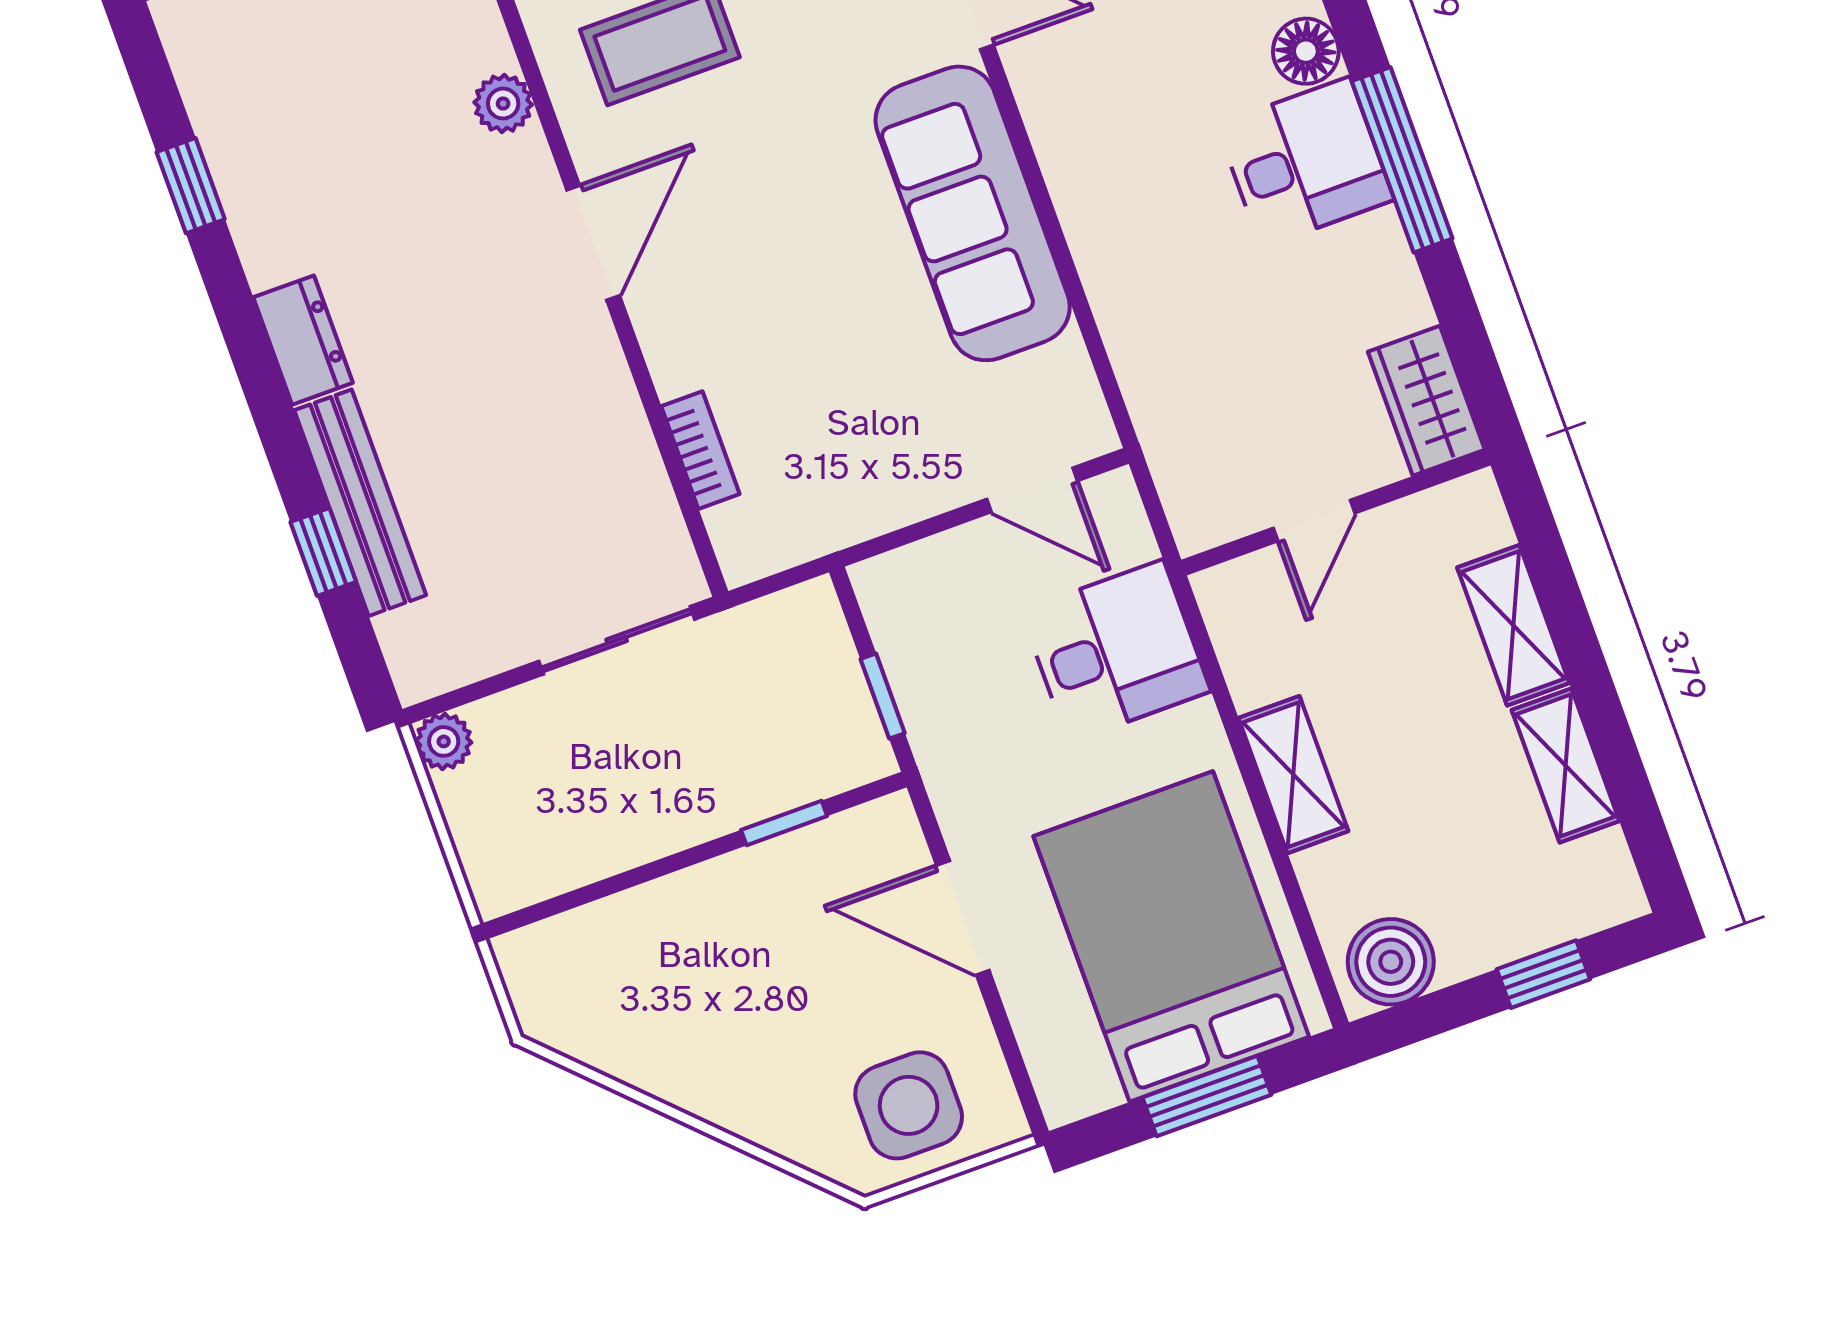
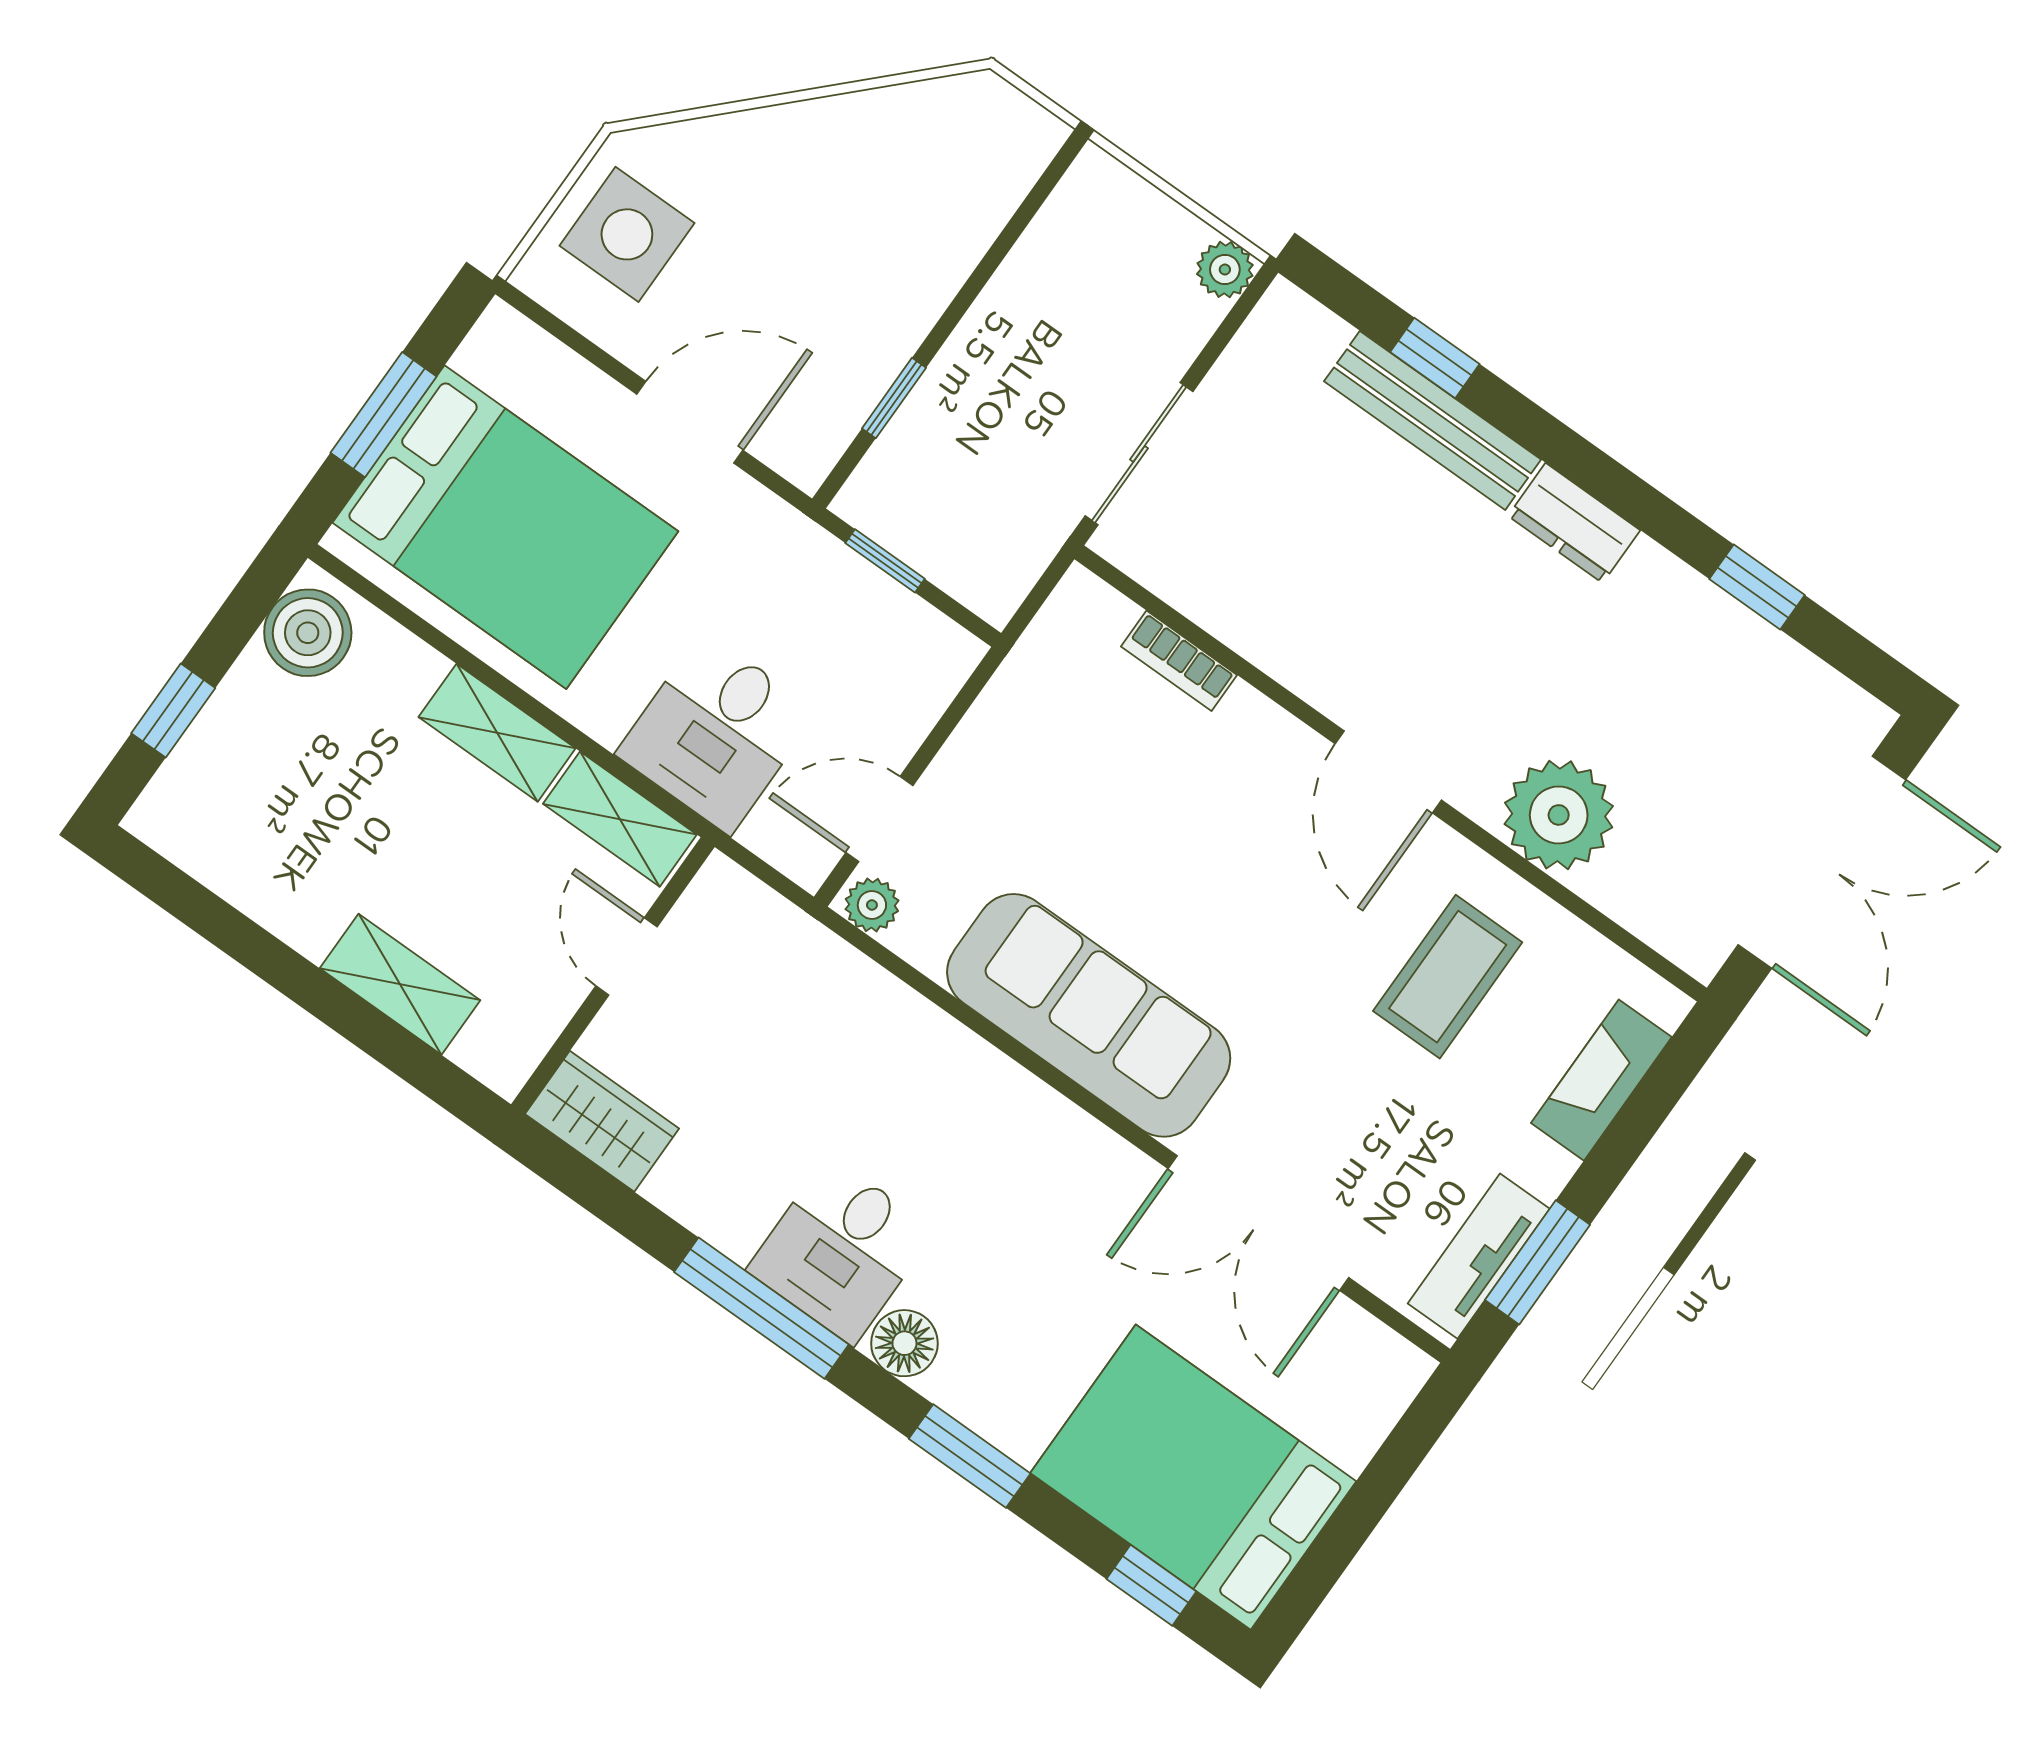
plant: (503, 104) -> (1559, 815), width x1.87, depth x1.87
plant: (1086, 425) -> (872, 905), added
shelving: (1565, 766) -> (620, 819), moved

